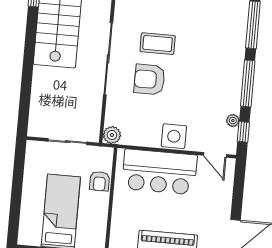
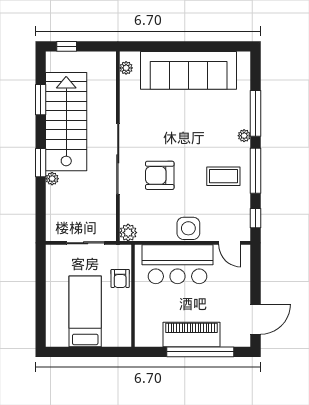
coffee table: (158, 44) -> (223, 176), moved
window: (29, 55) -> (41, 163), added
plant: (39, 73) -> (52, 179), added
plant: (233, 121) -> (244, 136), moved

